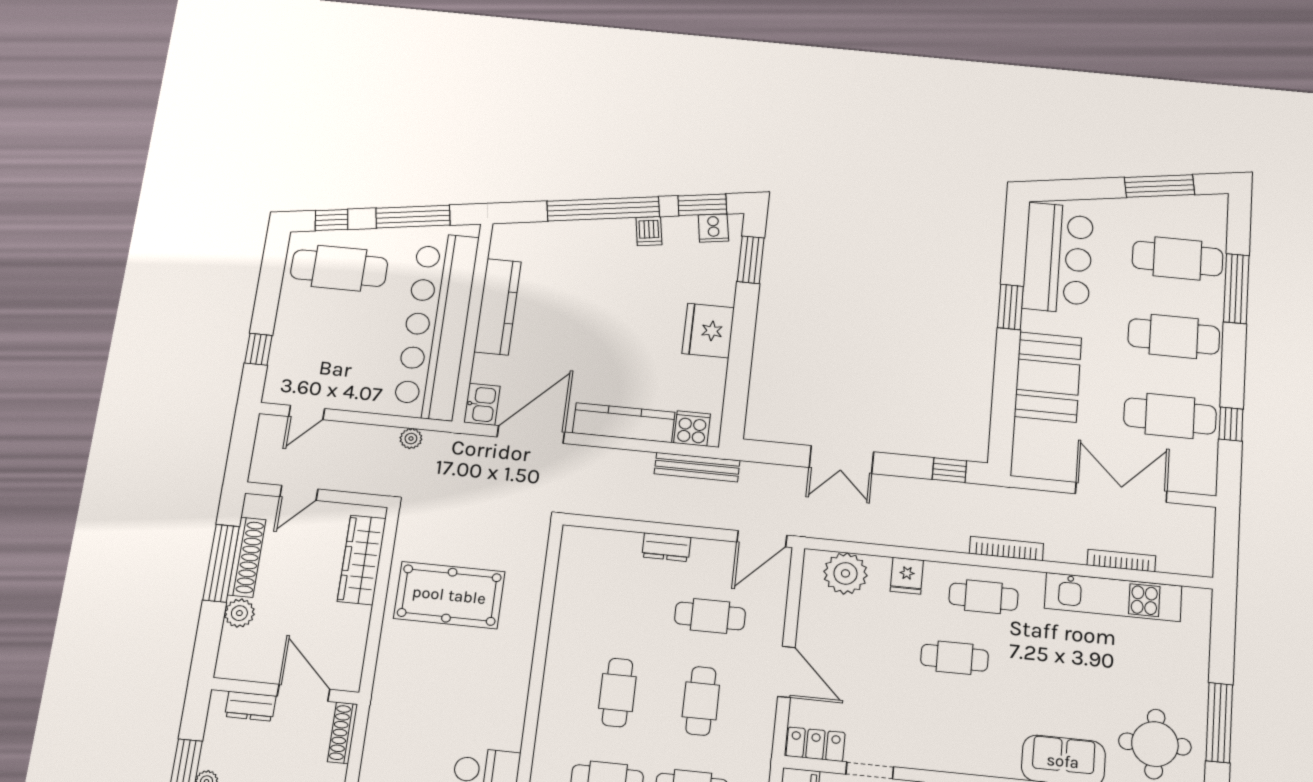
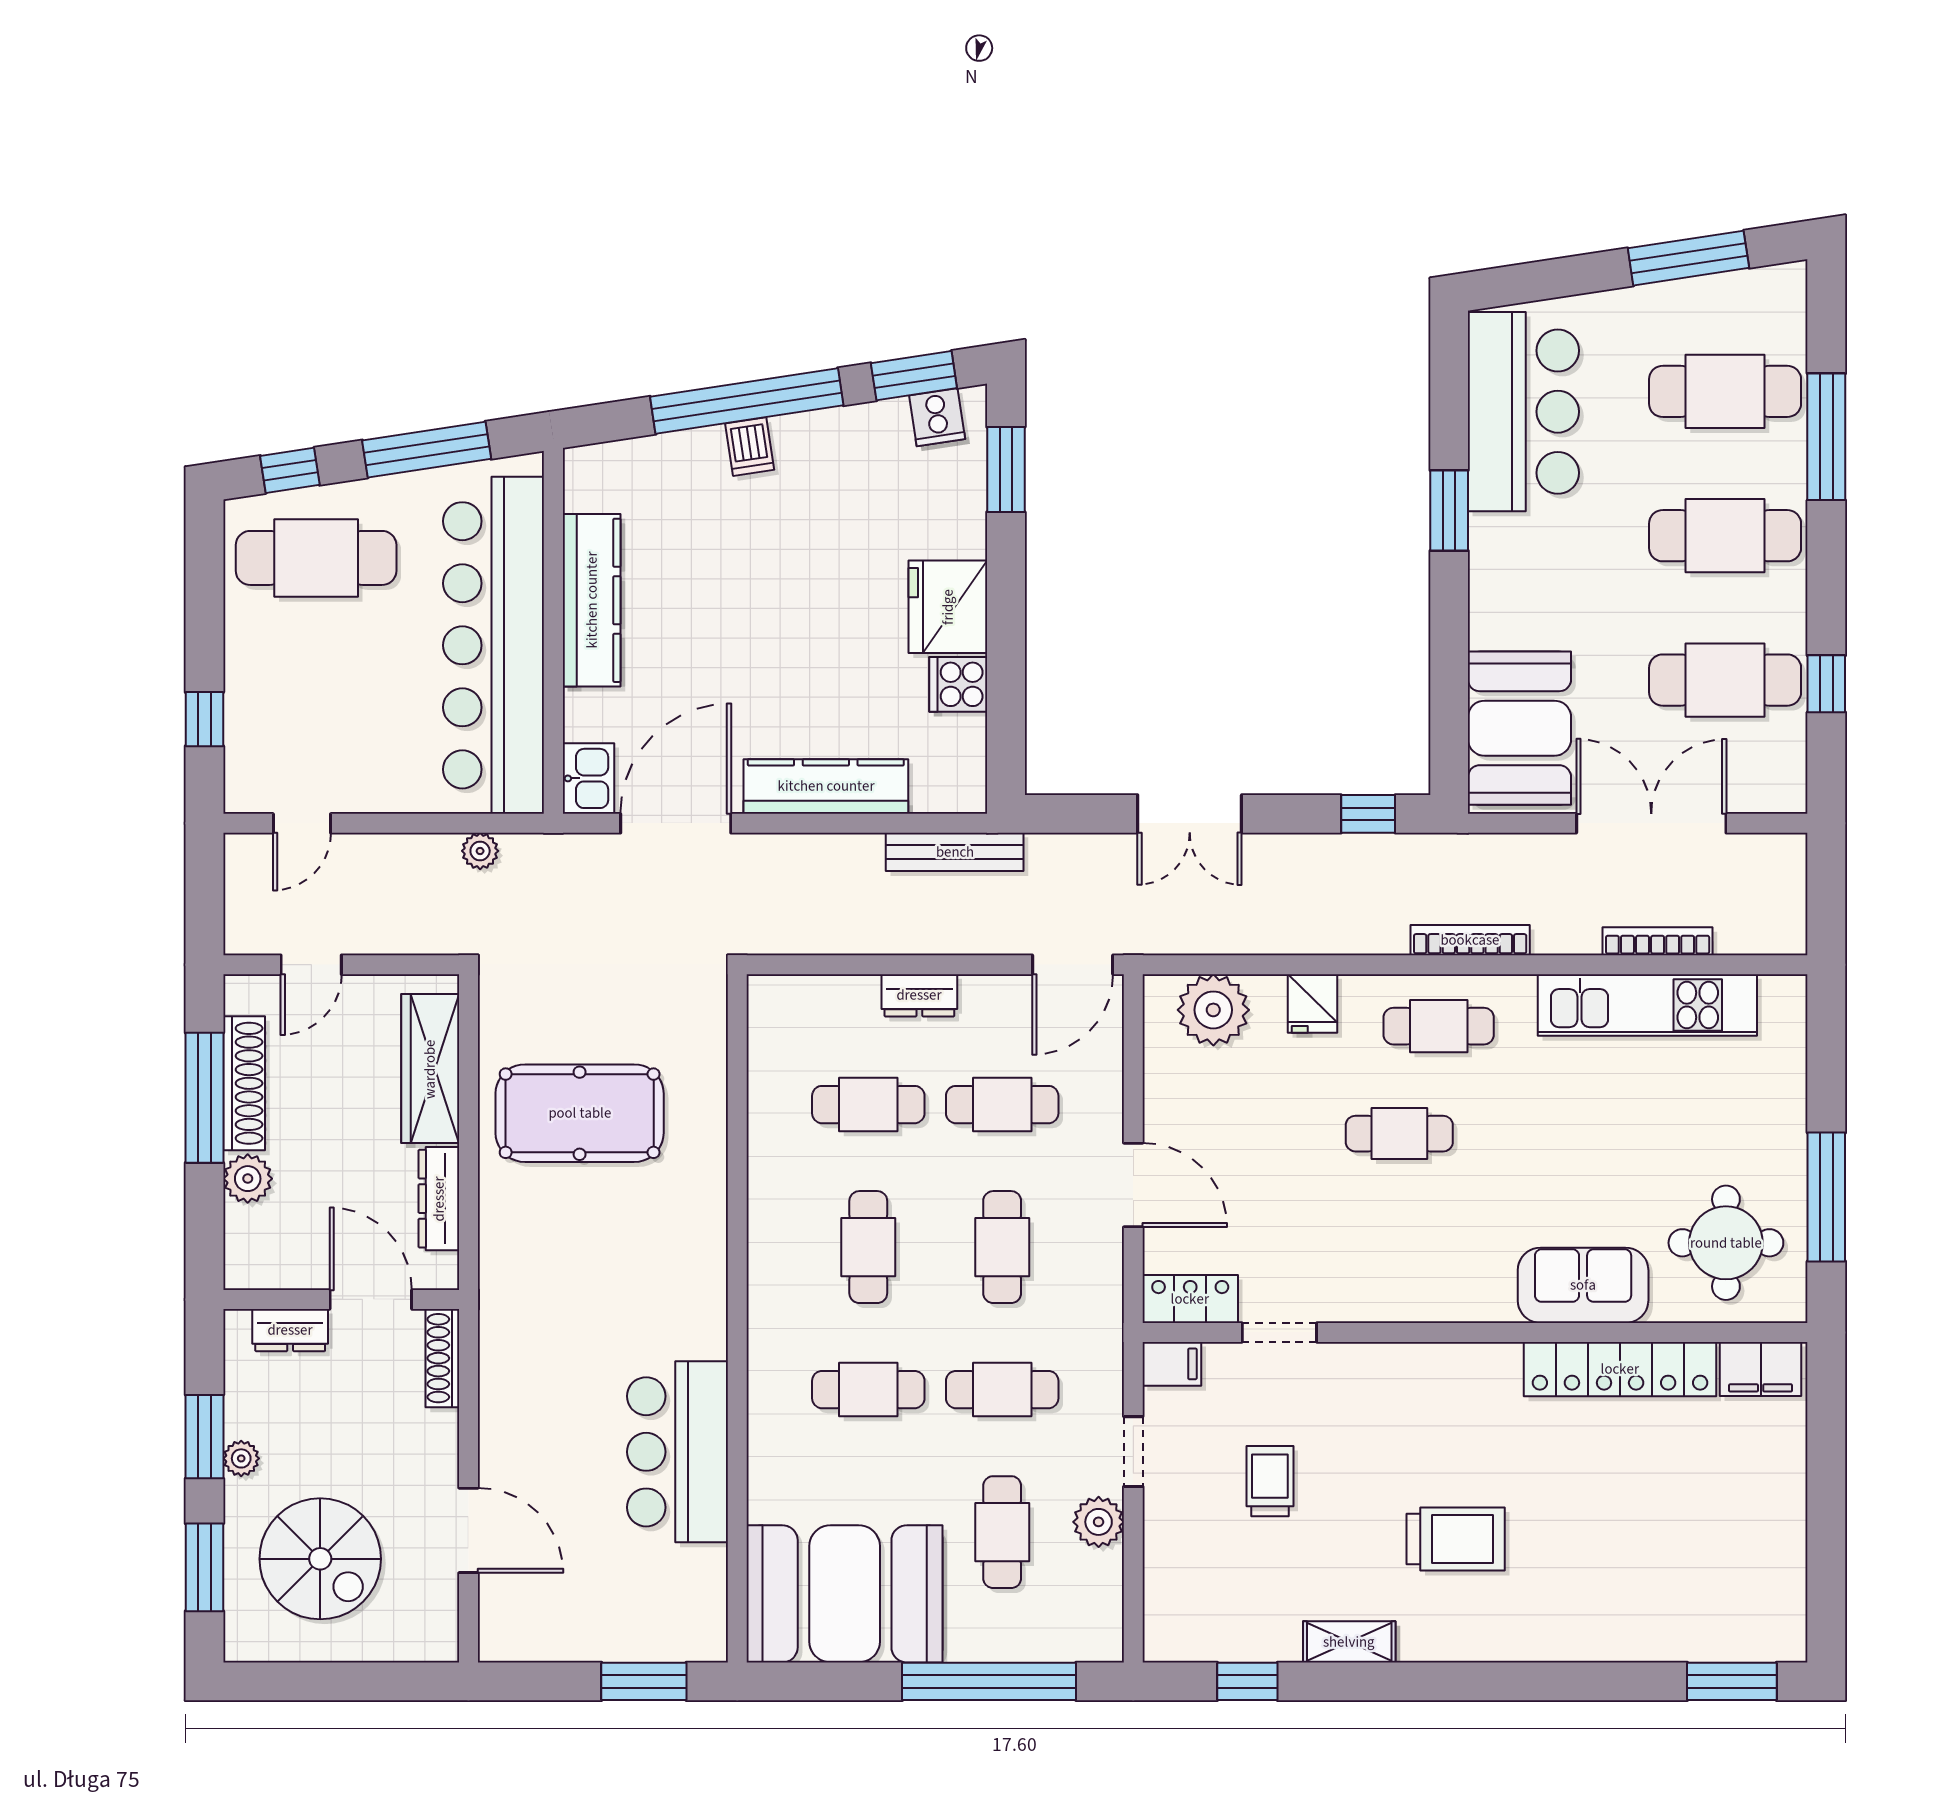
dishwasher: (649, 231) -> (750, 447), moved
booth: (1048, 377) -> (1519, 728), moved
cooker: (692, 429) -> (958, 684), moved, turned -90
cafe table: (627, 608) -> (868, 1105), added
dresser: (355, 637) -> (439, 1199), added

